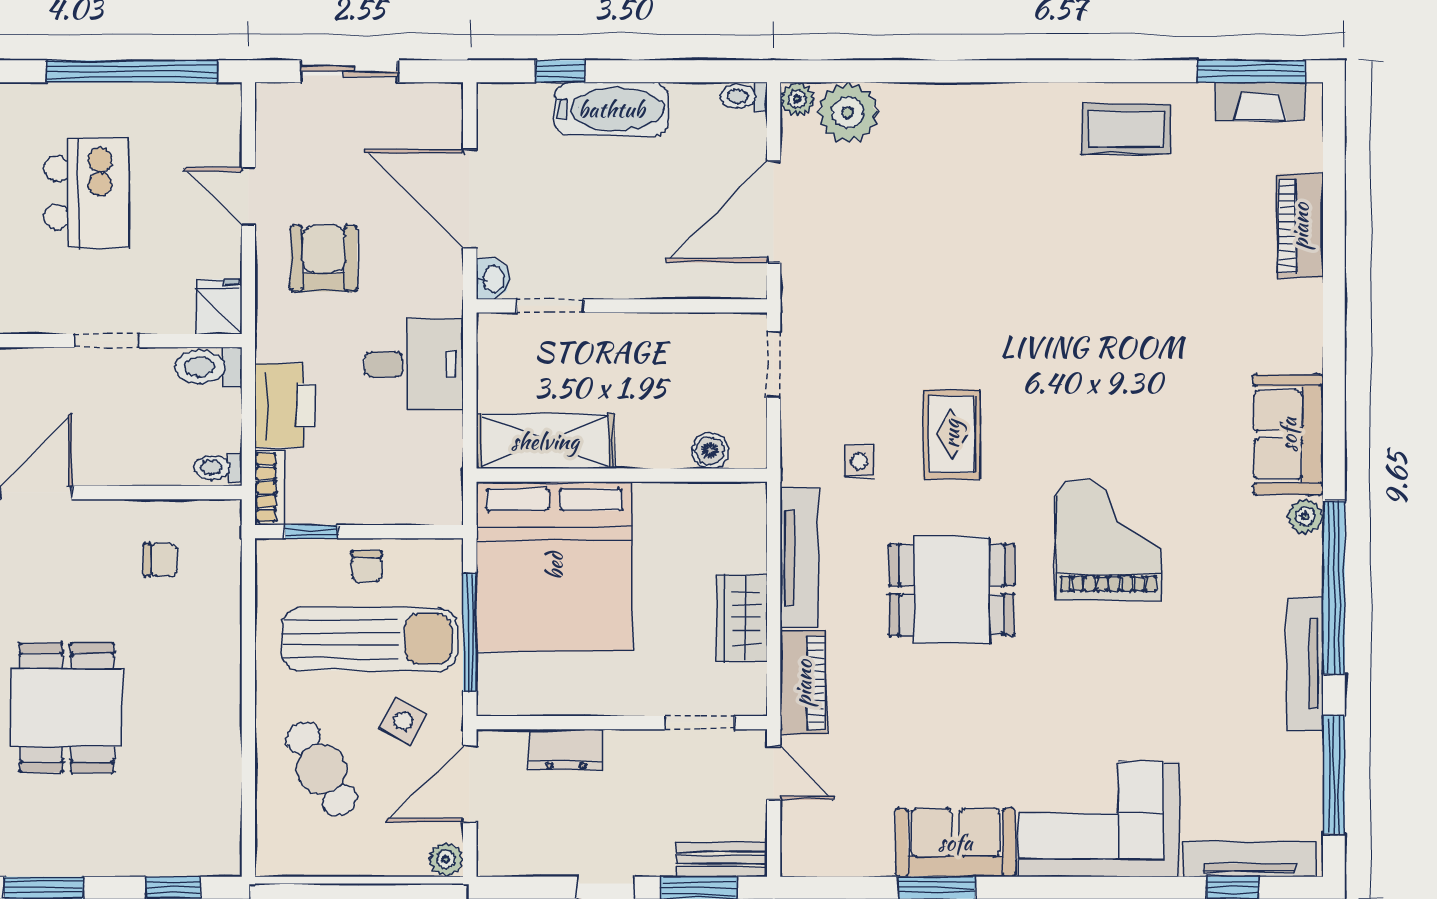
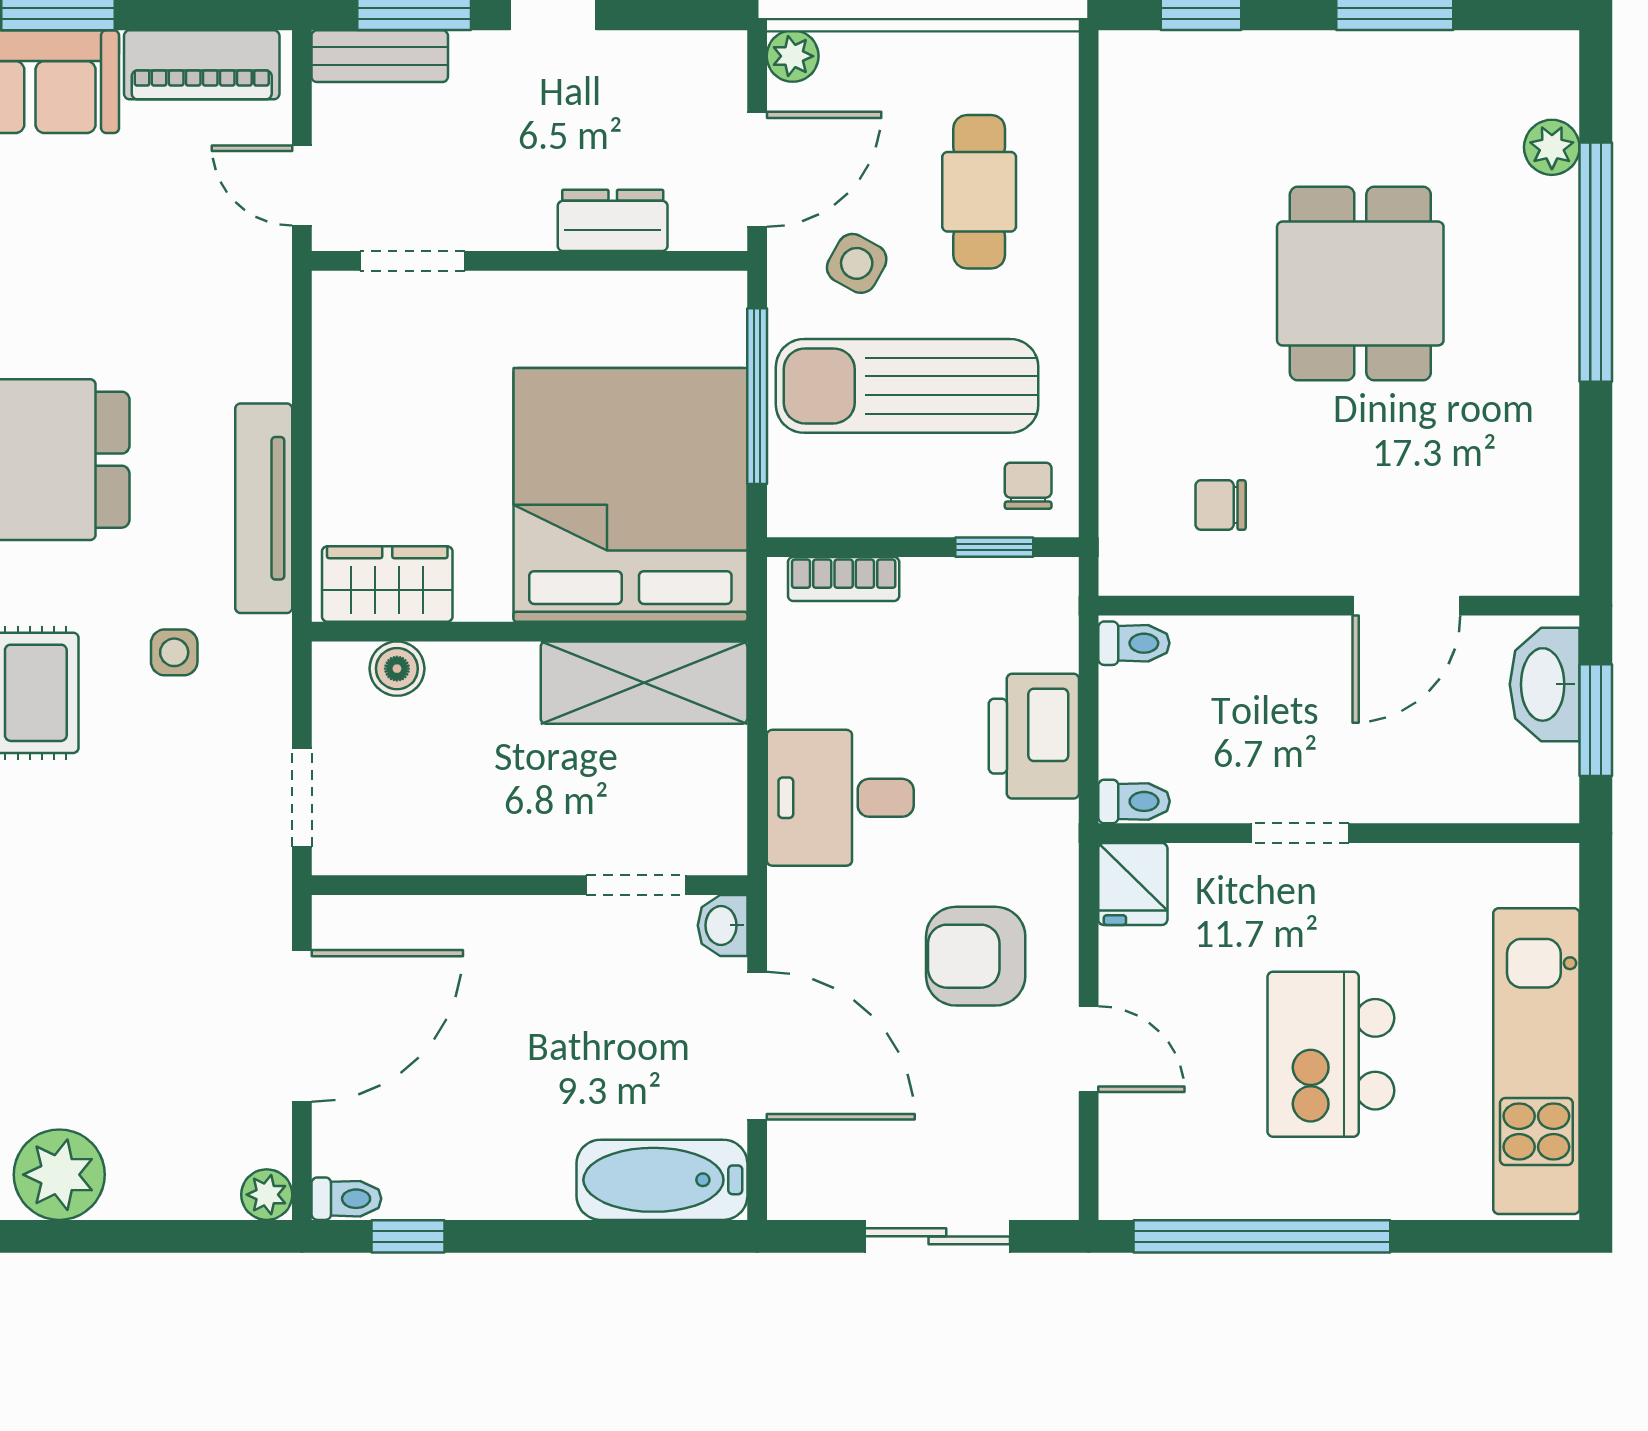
window: (560, 71) -> (408, 1236), moved
bathtub: (611, 109) -> (662, 1180), moved
plant: (848, 112) -> (59, 1175), moved
armchair: (324, 258) -> (976, 956), turned 90
toilet: (209, 367) -> (1134, 801), width x0.73, depth x0.72
bookcase: (270, 488) -> (844, 579), moved, turned -90
chair: (367, 566) -> (1028, 486), moved
wardrobe: (742, 618) -> (387, 584), moved, turned -90
piano: (803, 683) -> (202, 65), moved, turned -90
cafe table: (321, 769) -> (979, 192), turned 30

